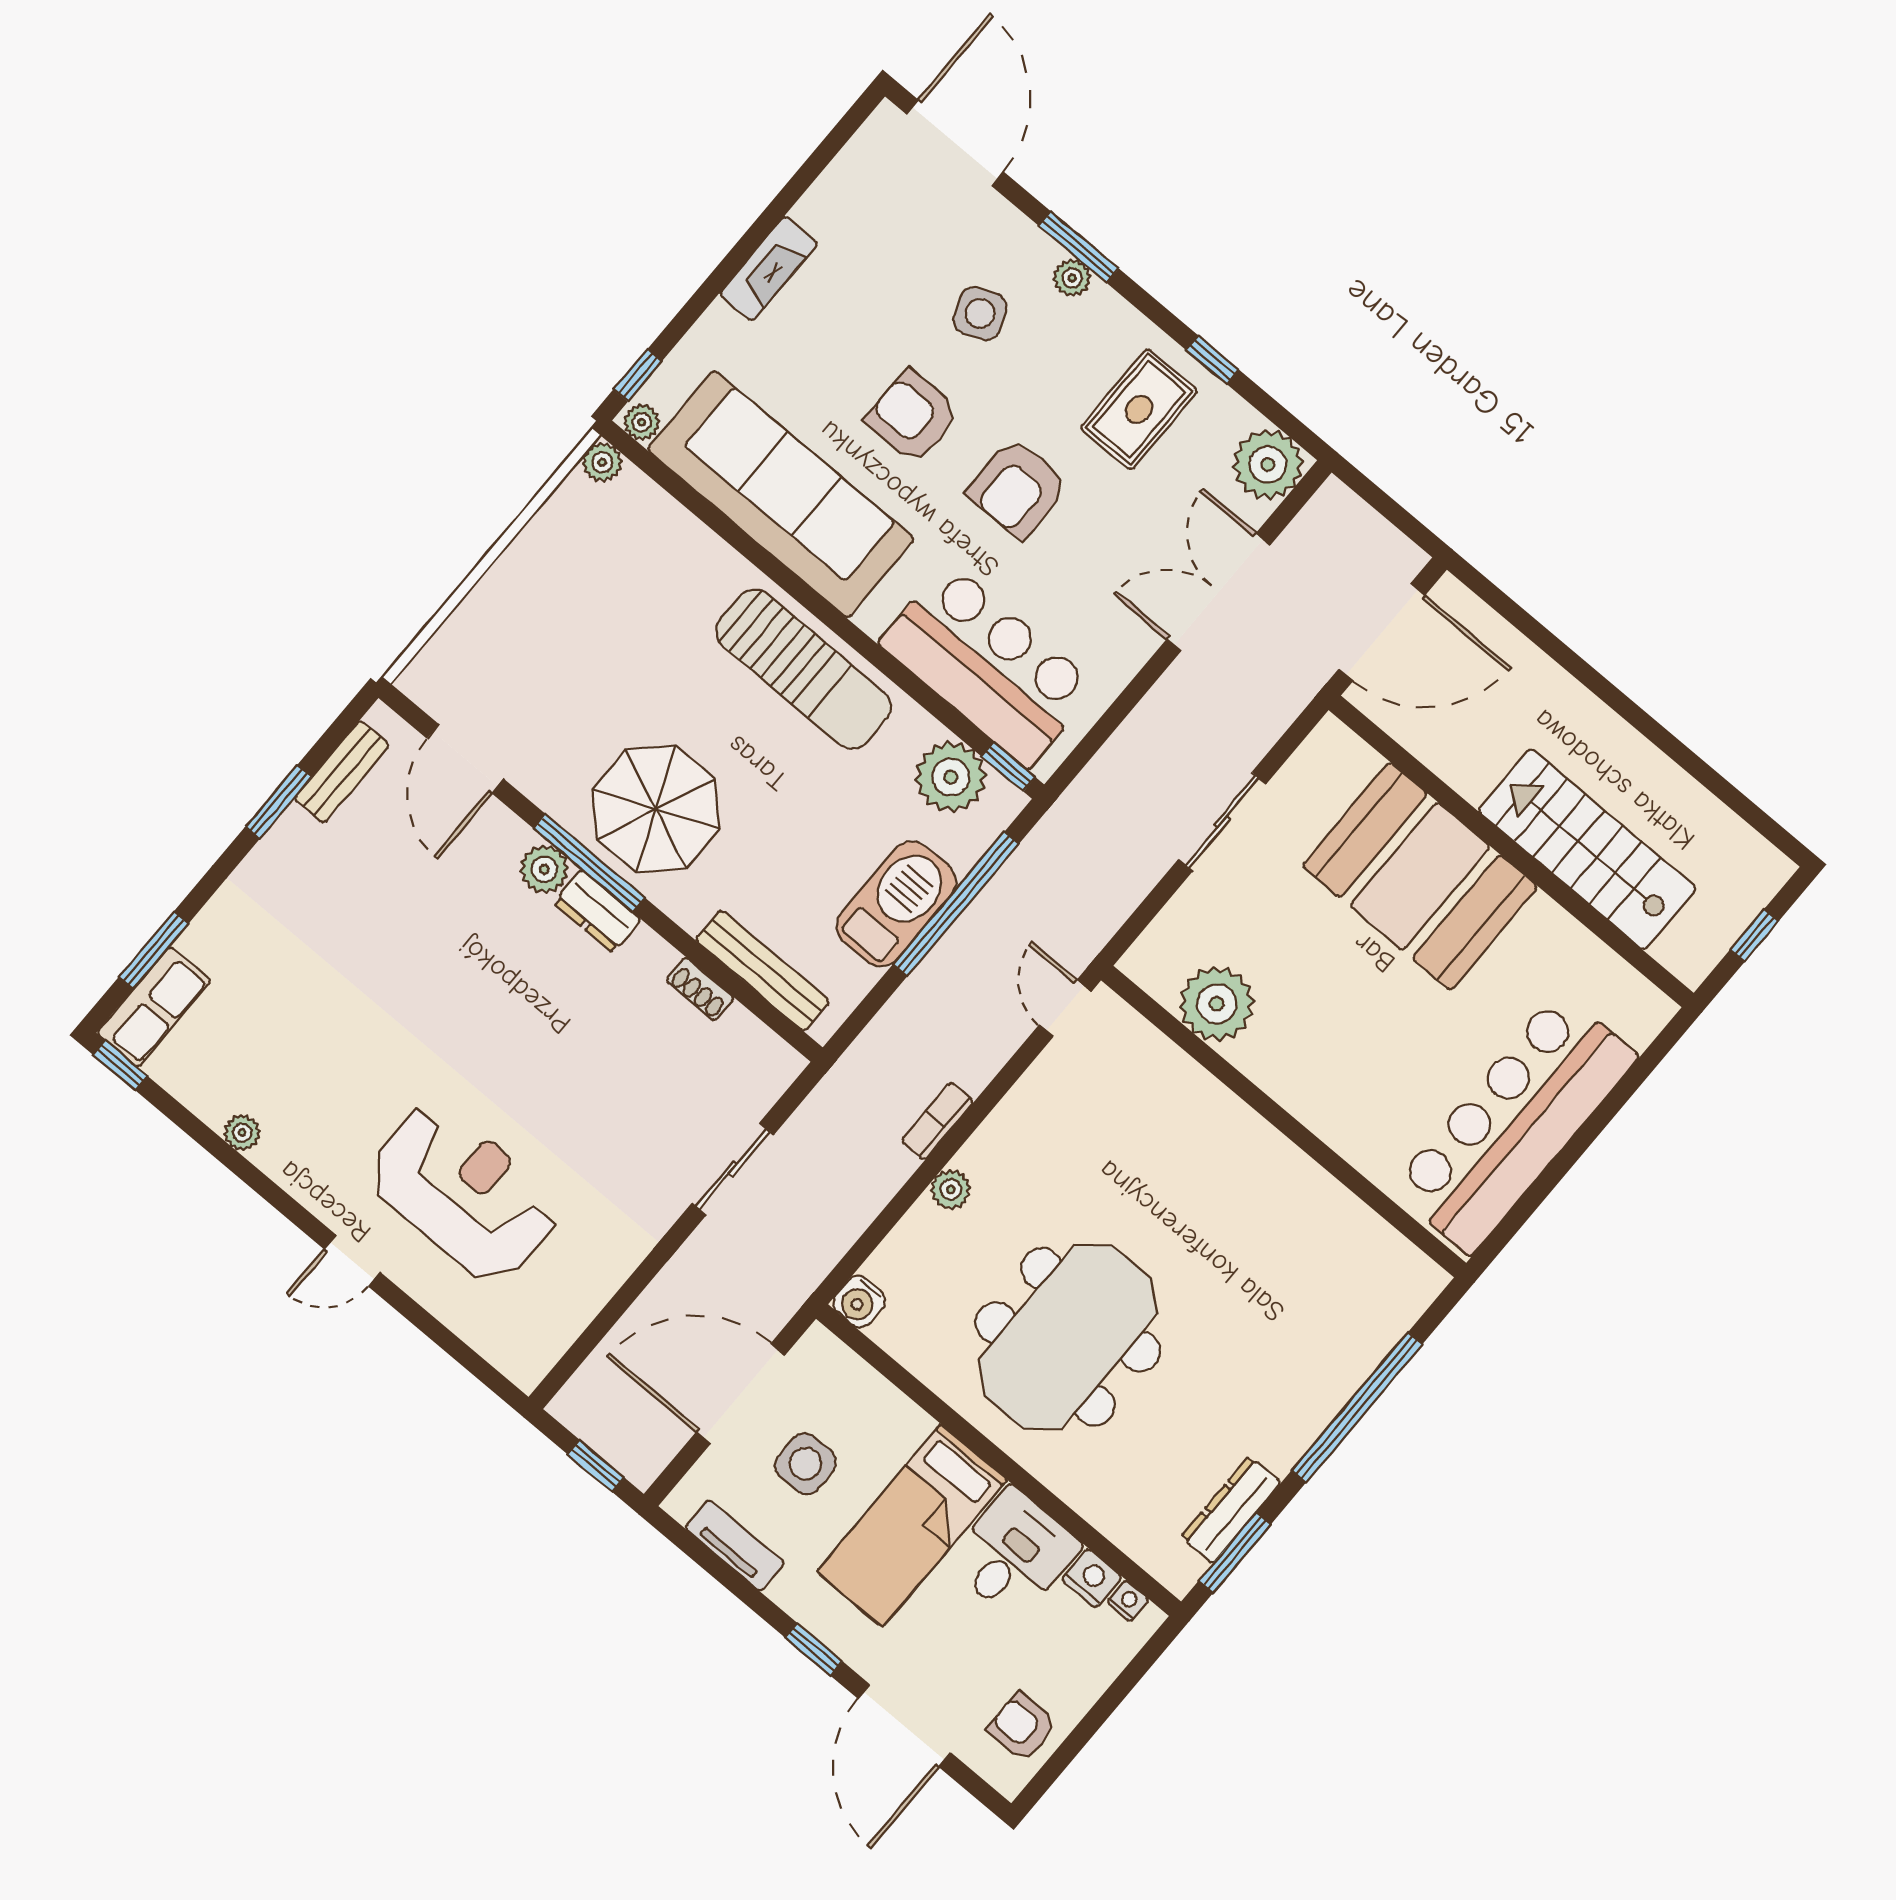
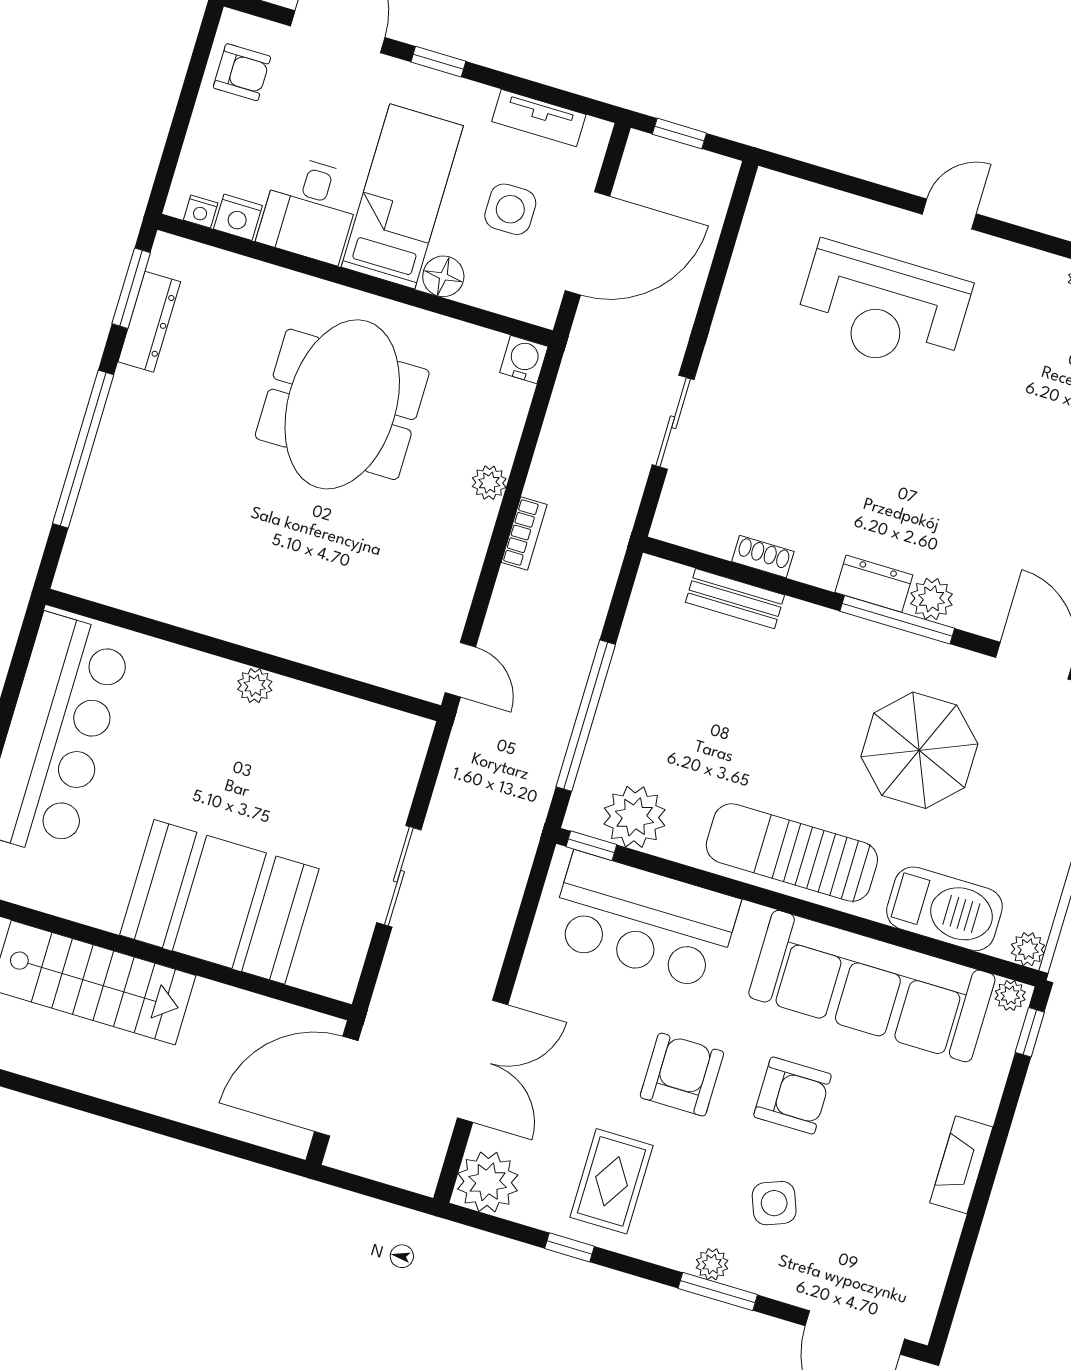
parasol: (656, 809) -> (919, 750), moved
barbecue: (896, 904) -> (944, 909), moved, turned -90
bench: (763, 971) -> (735, 599), width x0.73
plant: (1217, 1004) -> (255, 686), moved, width x0.53, depth x0.53
floor lamp: (905, 1424) -> (443, 276), added

